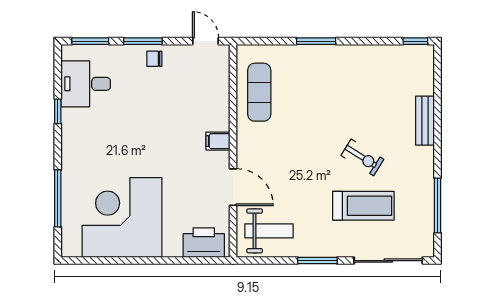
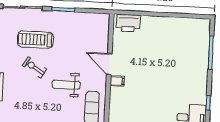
door: (233, 187) -> (109, 64), moved
corner desk: (122, 217) -> (174, 40), removed
weight bench: (269, 231) -> (66, 85), moved

